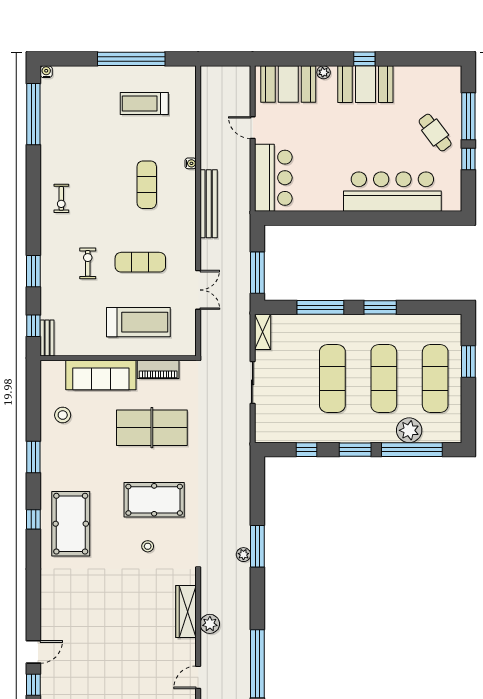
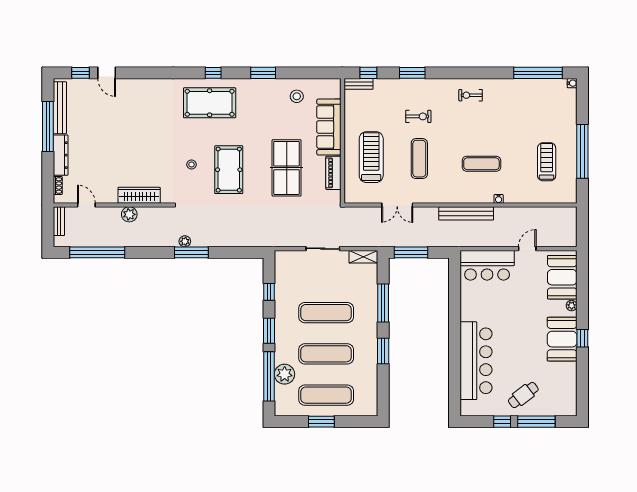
treadmill: (138, 322) -> (371, 157), turned 180
window: (468, 361) -> (321, 422), moved

